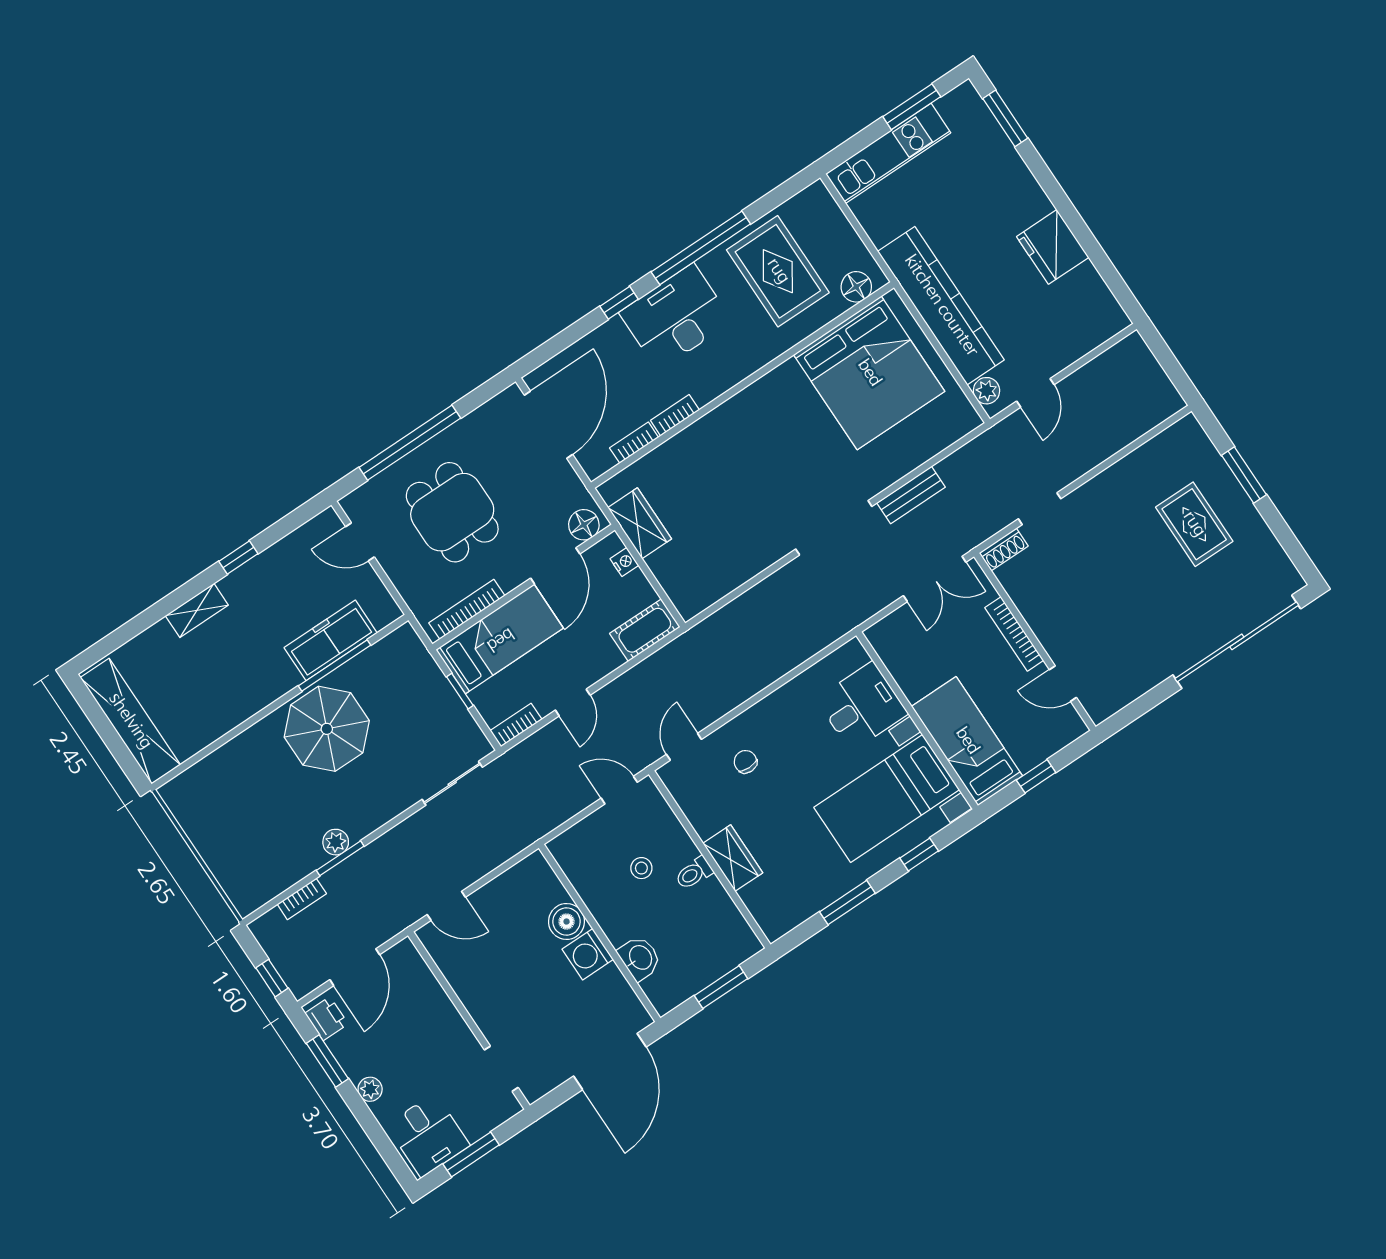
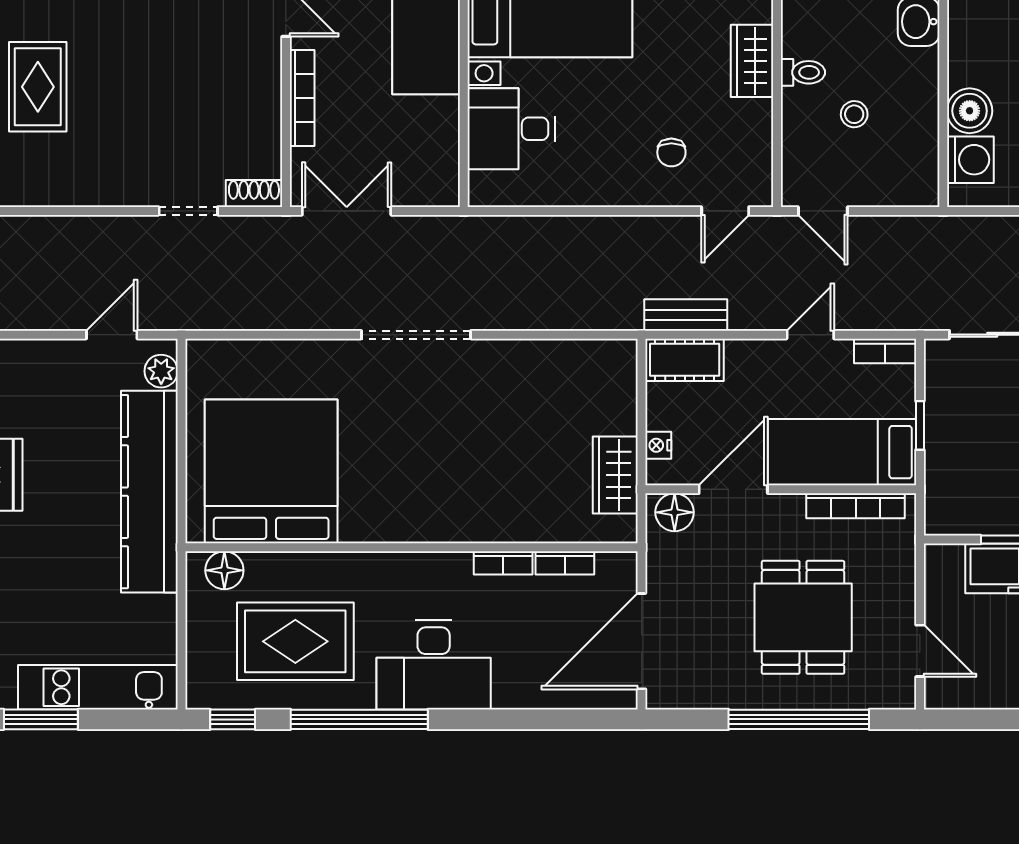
rug: (778, 271) -> (295, 641), turned 90
window: (619, 303) -> (233, 719), moved
bench: (911, 495) -> (686, 315), moved
washing machine: (588, 954) -> (970, 160), moved

